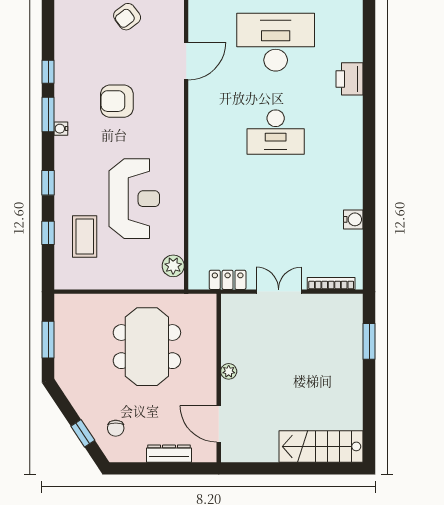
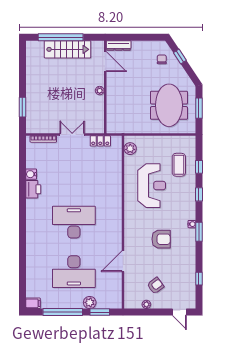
window: (48, 72) -> (199, 279), moved
printer: (350, 79) -> (33, 189), moved
desk: (276, 132) -> (74, 222), width x1.36, depth x1.30
reception desk: (134, 199) -> (152, 186), turned 180
double door: (279, 292) -> (72, 134), swing flipped
meeting table: (147, 347) -> (169, 105), moved
stairs: (321, 446) -> (68, 49), moved
dresser: (169, 454) -> (119, 45), moved
window: (300, 468) -> (61, 37), added

